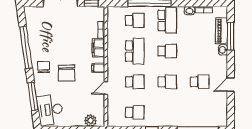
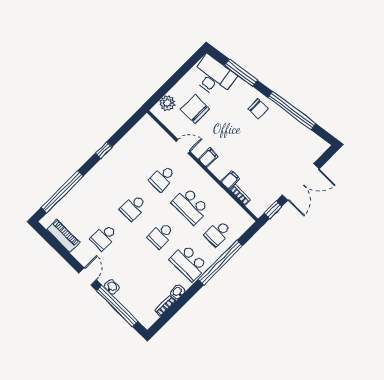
piano: (222, 31) -> (63, 236), moved
window: (231, 36) -> (117, 306), width x1.46
filing cabinet: (98, 48) -> (230, 180), width x0.50
chair: (66, 73) -> (195, 109), moved
door: (231, 85) -> (88, 277), moved
door: (106, 88) -> (183, 146), hinge flipped
school desk: (135, 112) -> (135, 150), removed

